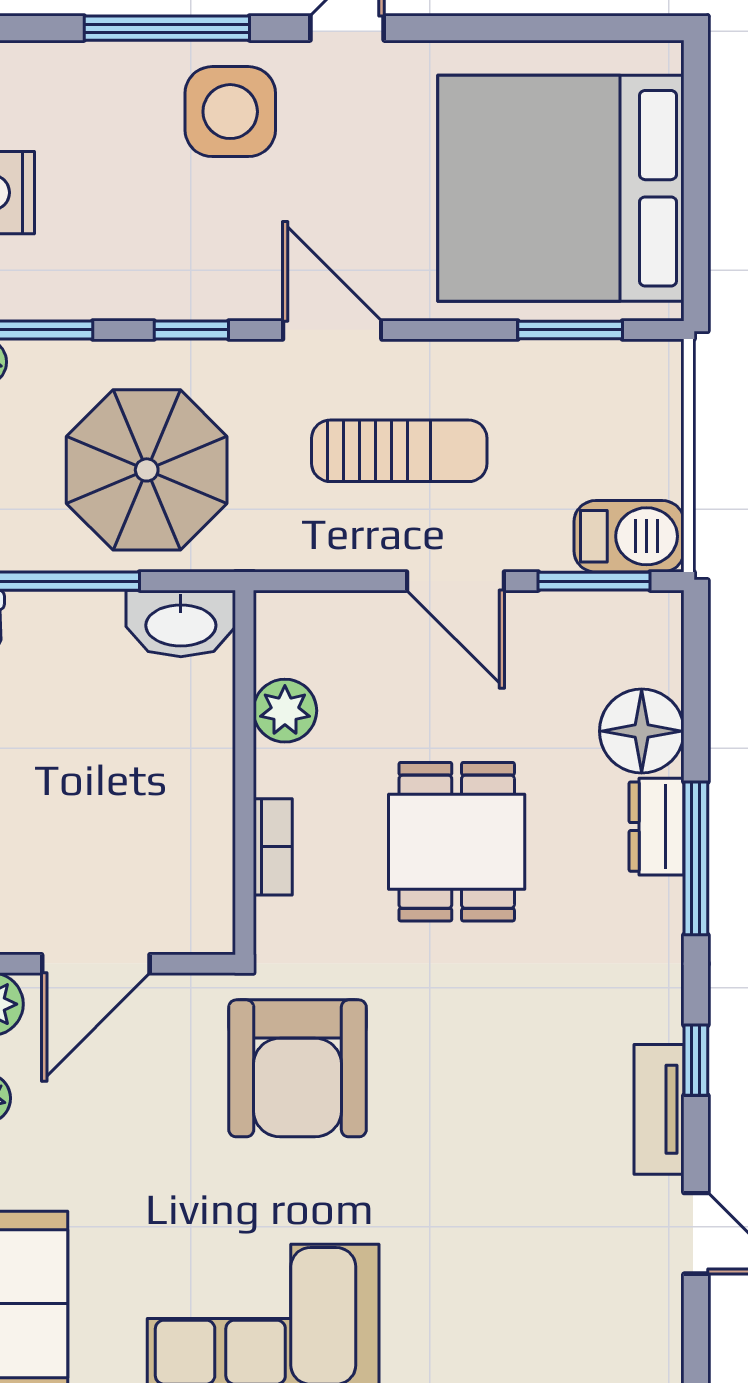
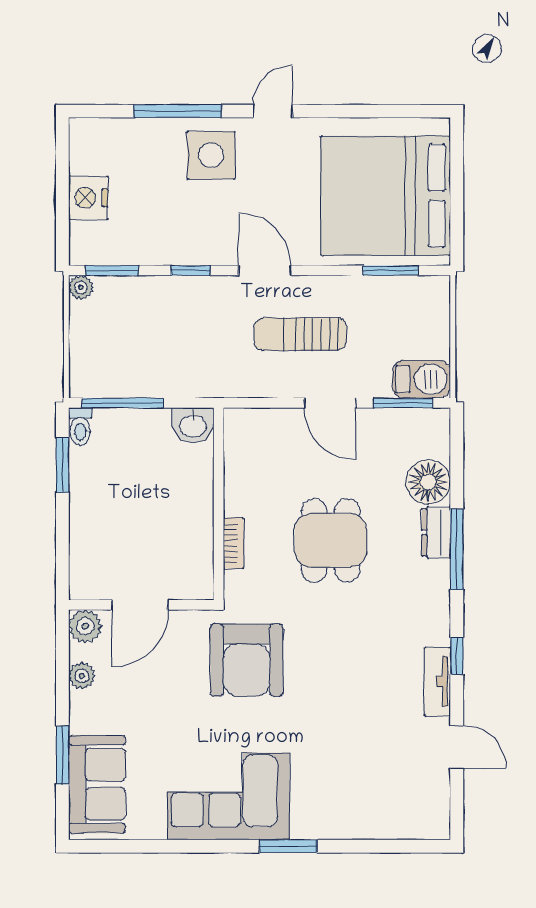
sun lounger: (399, 451) -> (300, 334), turned 180
parasol: (147, 470) -> (167, 344), removed
washbasin: (181, 623) -> (193, 425), width x0.72
plant: (285, 711) -> (240, 471), removed

